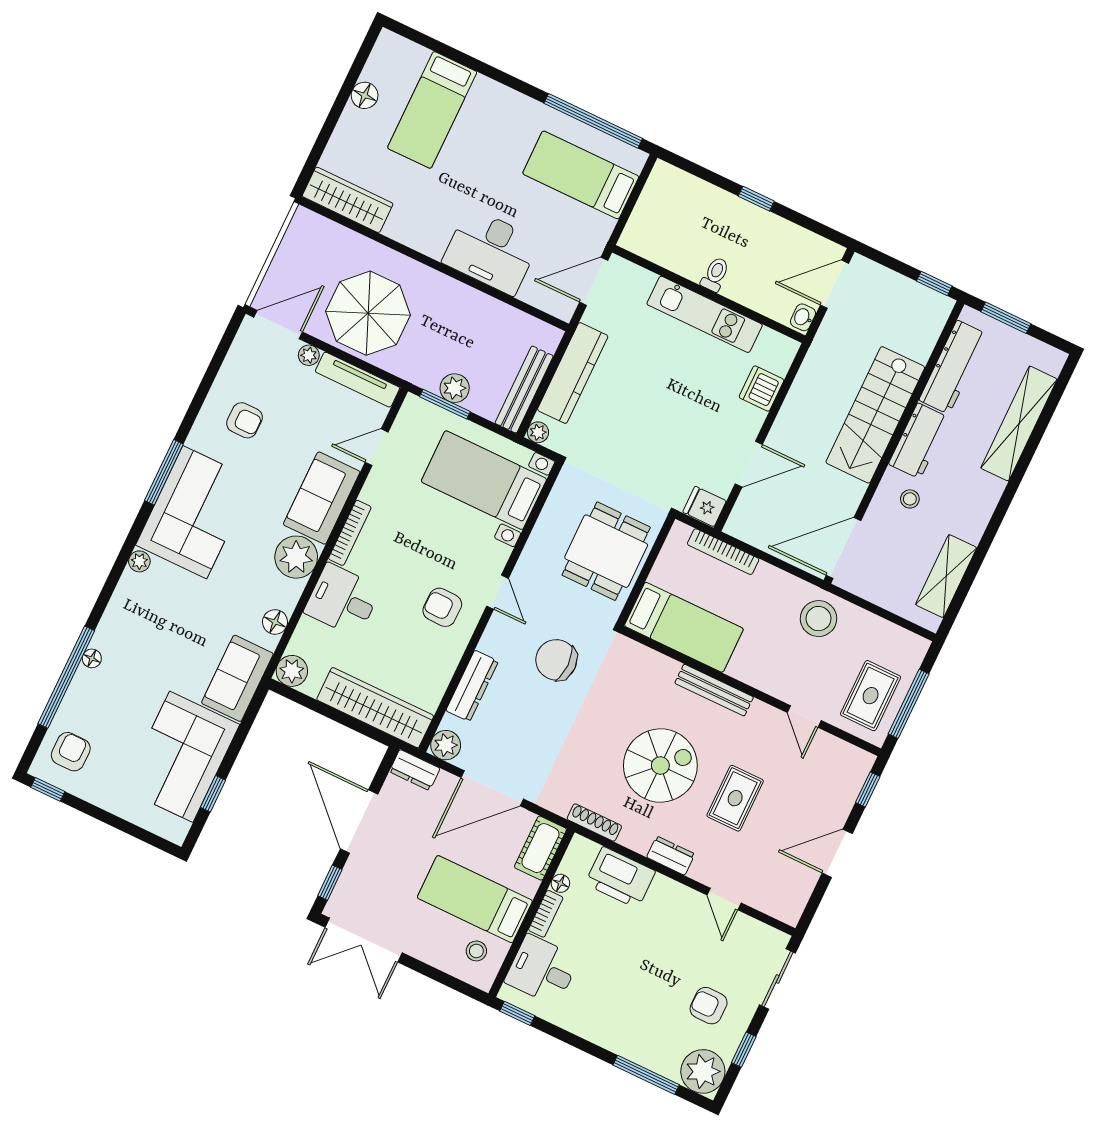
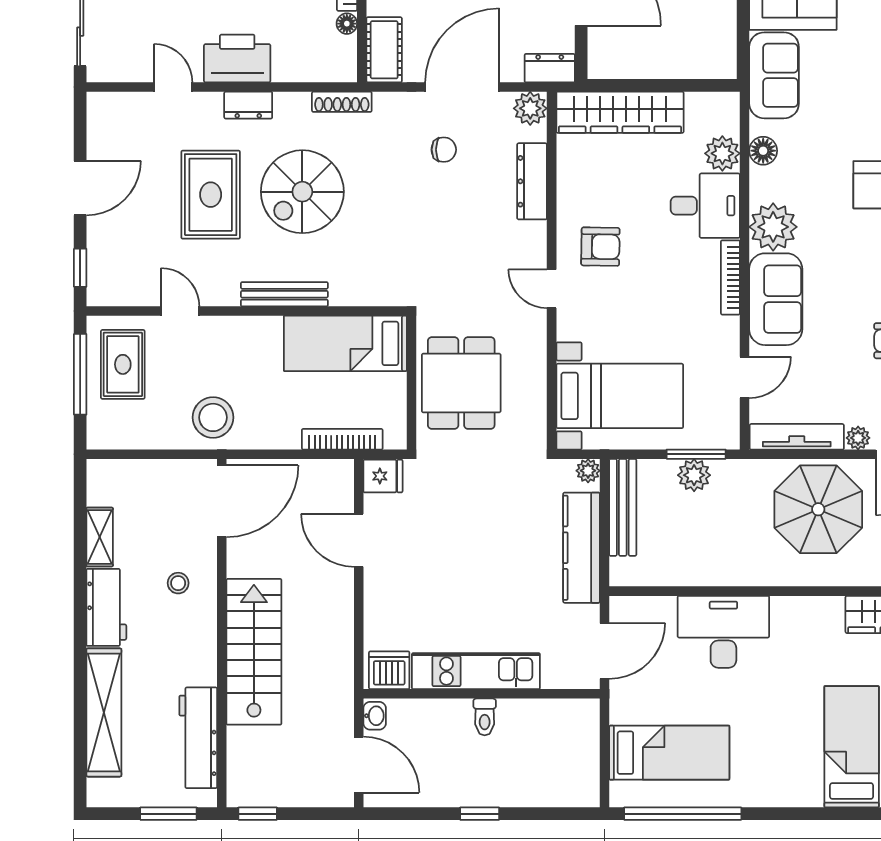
door: (834, 284) -> (359, 765), hinge flipped
dishwasher: (761, 389) -> (389, 670), moved, turned -90
workbench: (919, 441) -> (106, 607), moved, turned 180
door: (749, 464) -> (359, 540), hinge flipped
shelving: (946, 576) -> (100, 537), width x0.67, depth x0.75
chair: (556, 660) -> (444, 150), moved, width x0.54, depth x0.54
plant: (292, 671) -> (722, 153), moved
rug: (735, 798) -> (211, 195), width x1.36, depth x1.43
printer: (620, 878) -> (237, 58), moved

